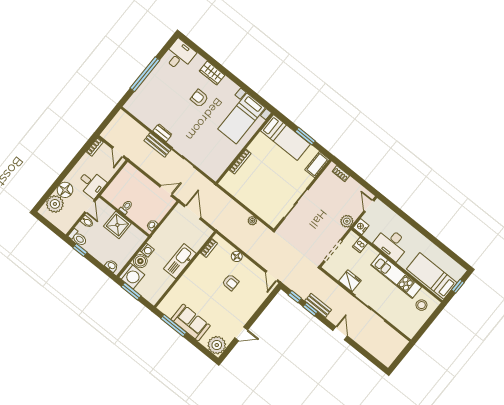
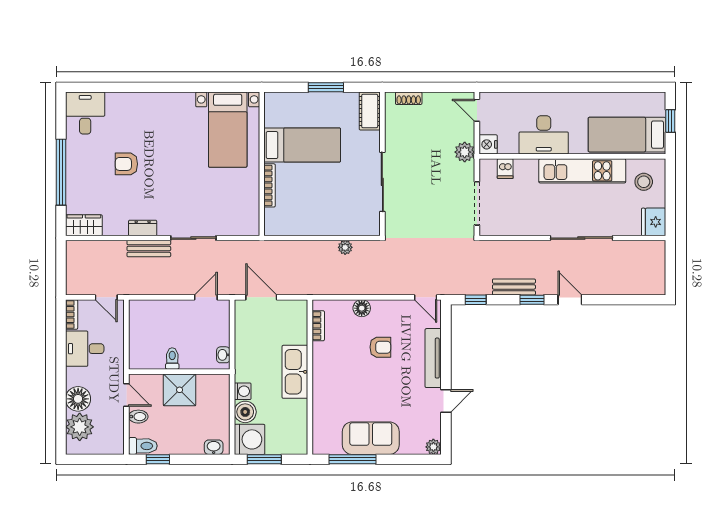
wardrobe: (212, 73) -> (84, 225), moved, turned 180
armchair: (199, 98) -> (126, 164), moved
bed: (285, 138) -> (302, 145), moved
desk: (91, 184) -> (85, 349), moved, turned 180
fridge: (350, 281) -> (654, 222), moved, turned -90
tv unit: (252, 308) -> (433, 358), added
window: (310, 309) -> (532, 300), moved
plant: (217, 345) -> (433, 447), width x0.53, depth x0.53

